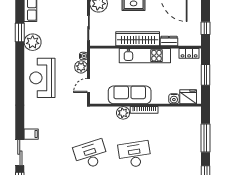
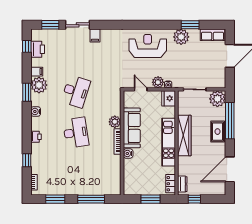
dresser: (169, 41) -> (182, 184), moved
fridge: (188, 97) -> (169, 98), moved, turned 180
water cooler: (174, 99) -> (128, 154), moved
desk: (91, 154) -> (76, 91), turned 36

